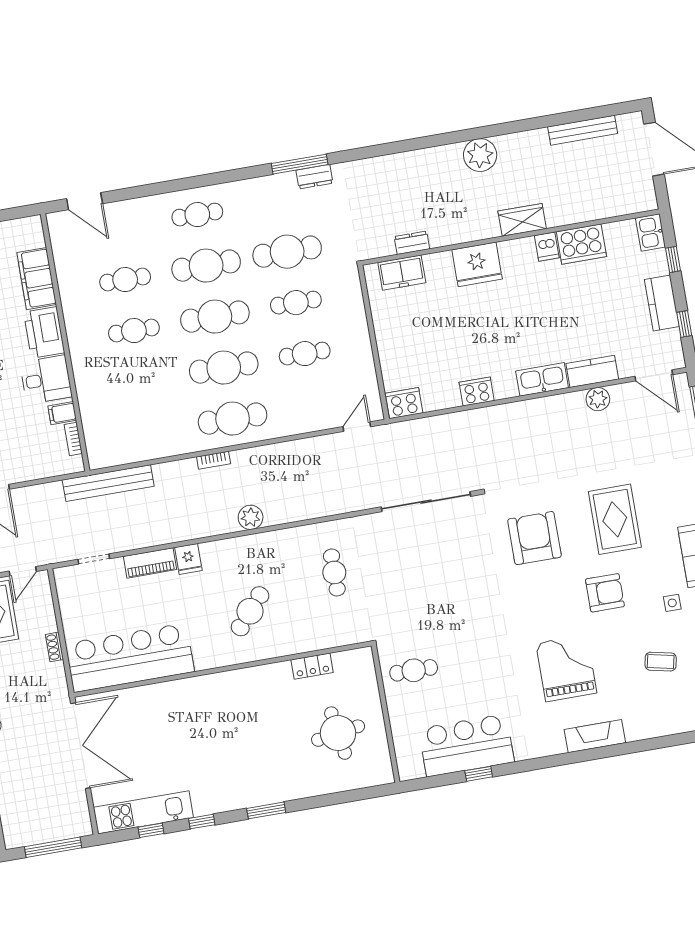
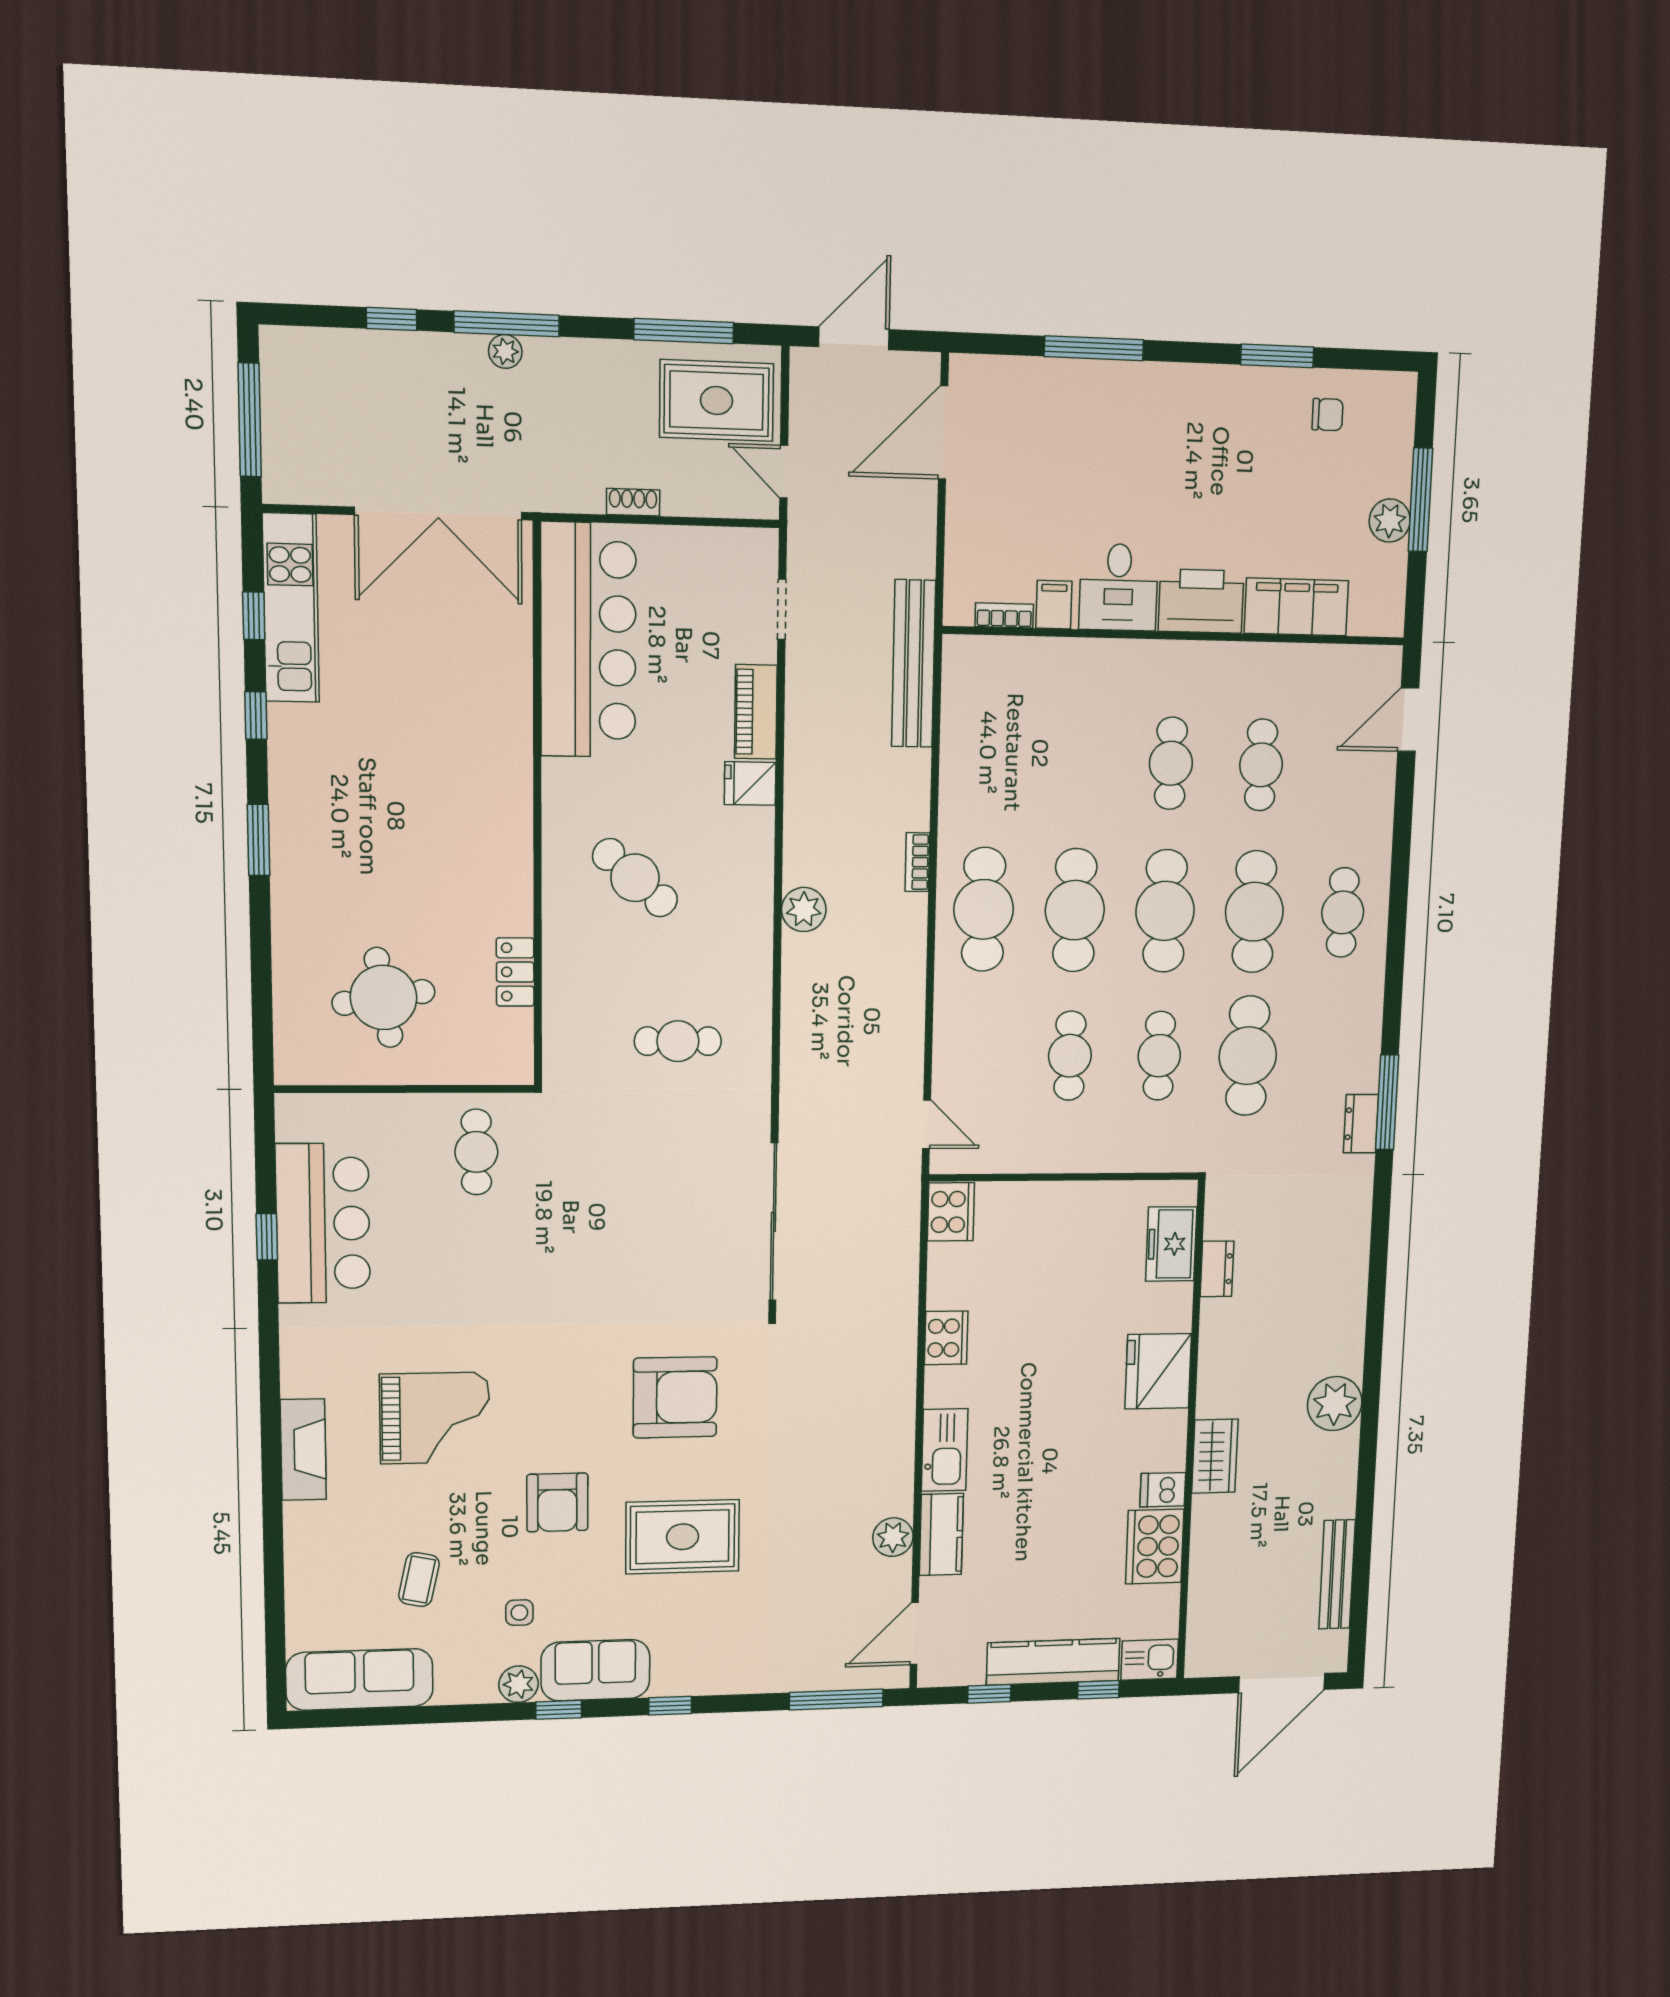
kitchen counter: (662, 303) -> (1053, 1662), width x1.50

